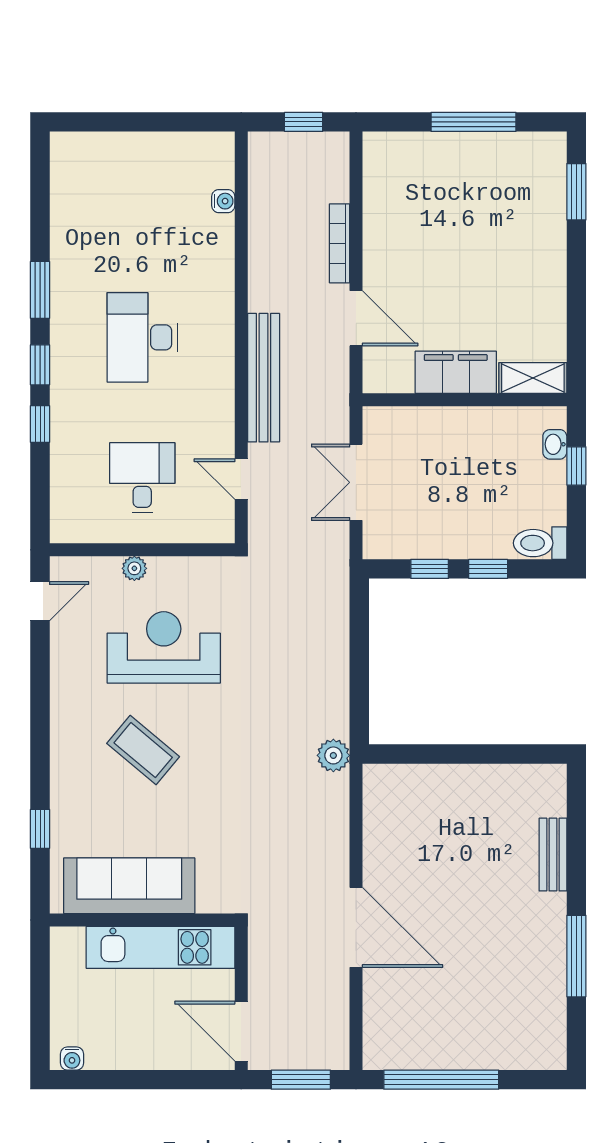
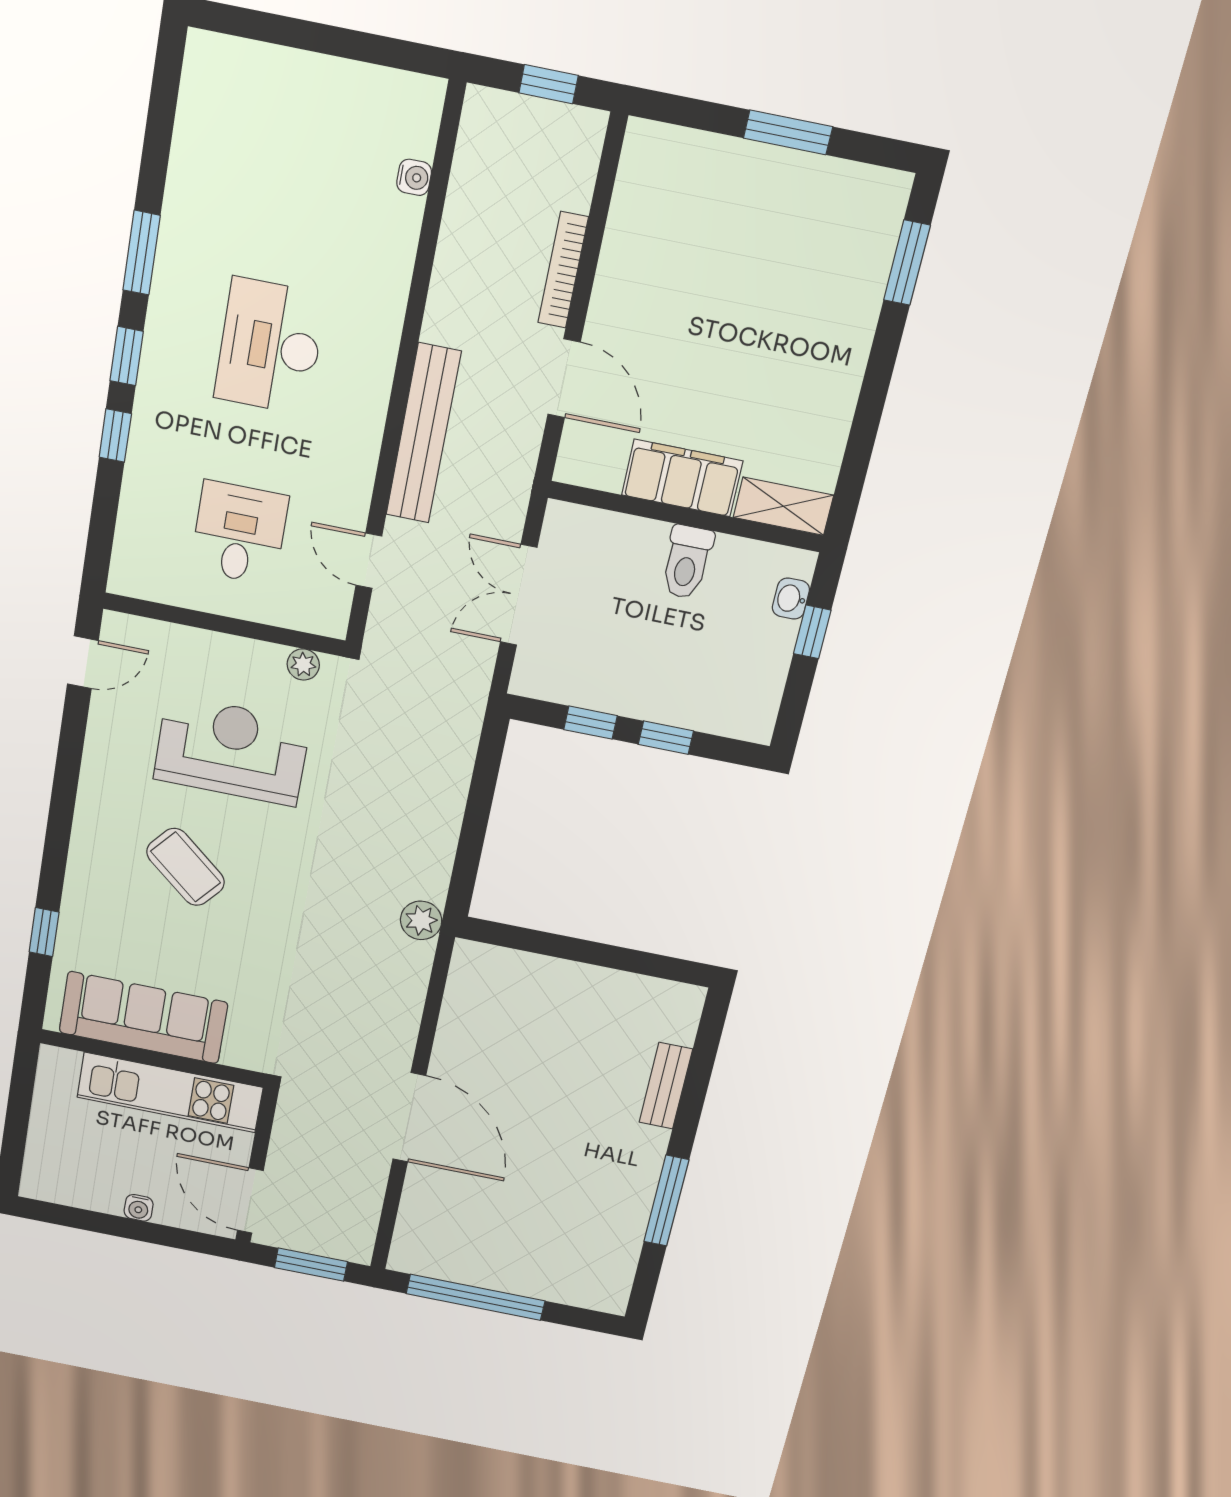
window: (474, 122) -> (788, 132), width x0.69
toilet: (540, 543) -> (687, 562), moved, turned -90
plant: (134, 568) -> (303, 664), moved
water cooler: (72, 1059) -> (139, 1208), moved

